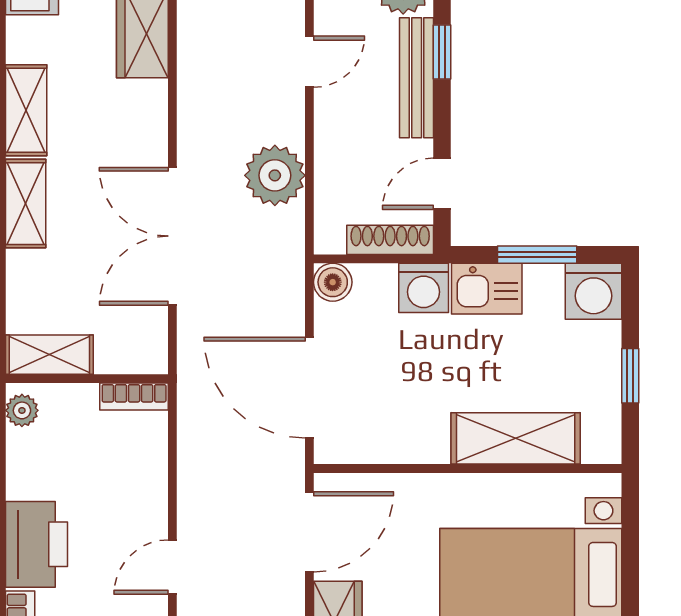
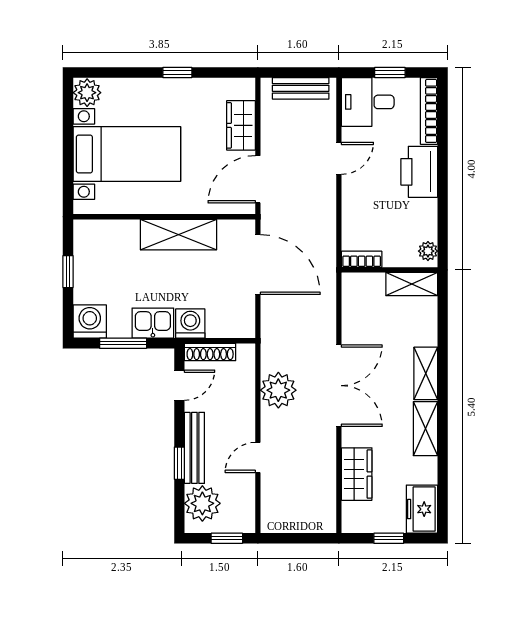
double door: (172, 236) -> (339, 386), moved
boiler: (333, 282) -> (244, 327), removed
shelving: (516, 438) -> (178, 235), moved

